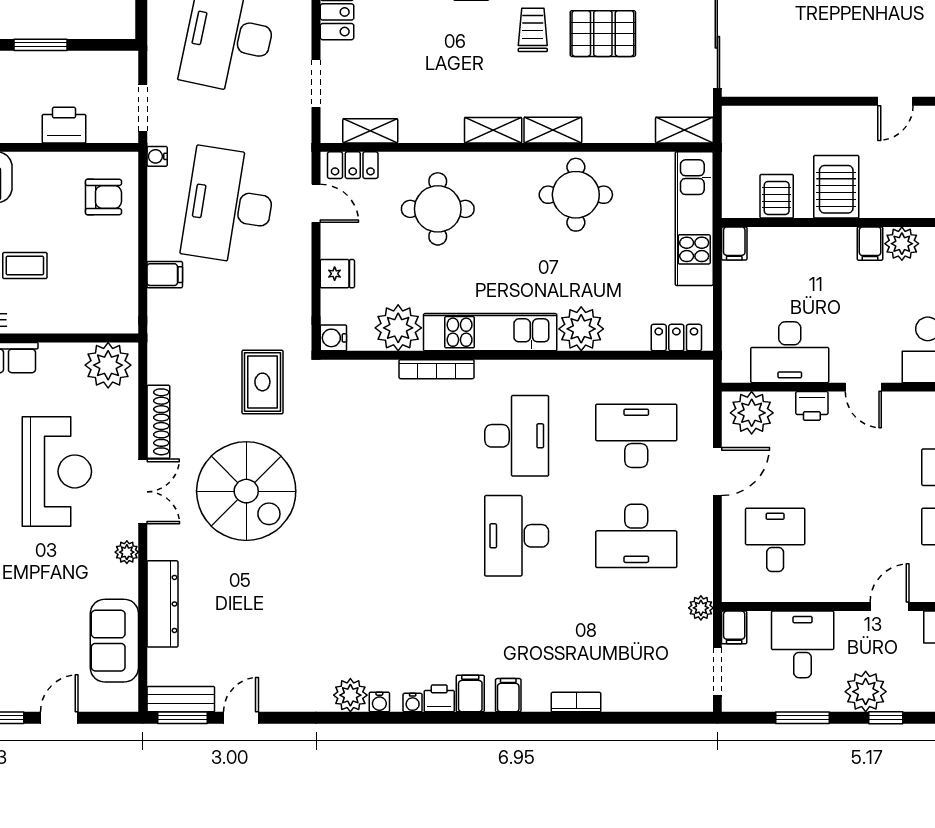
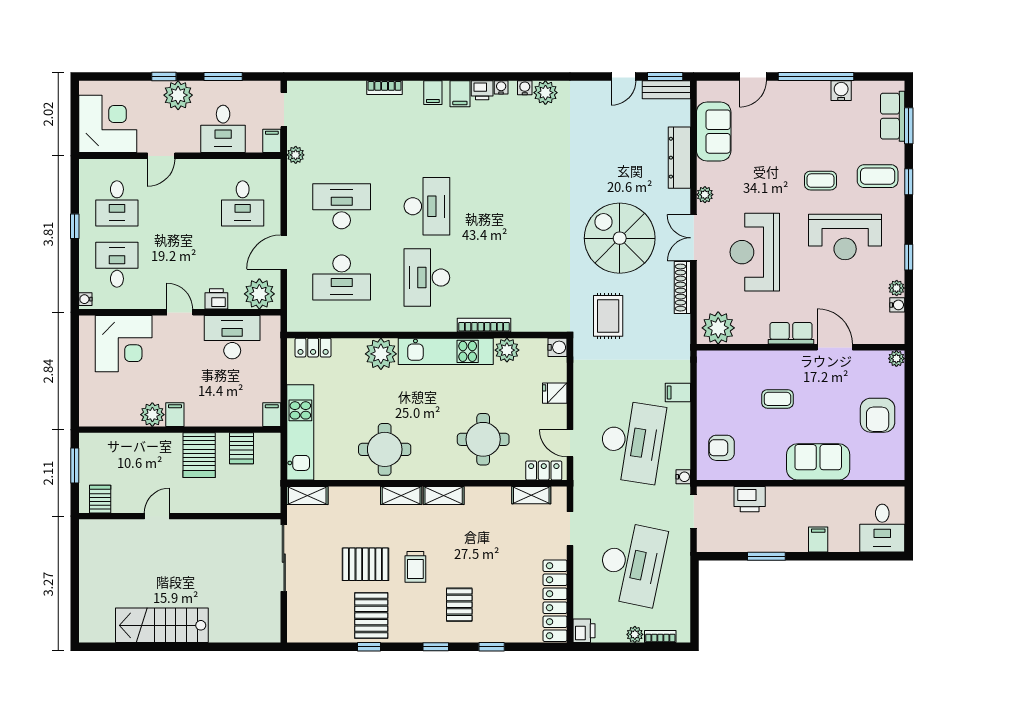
plant: (398, 328) -> (507, 350), width x0.73, depth x0.73

